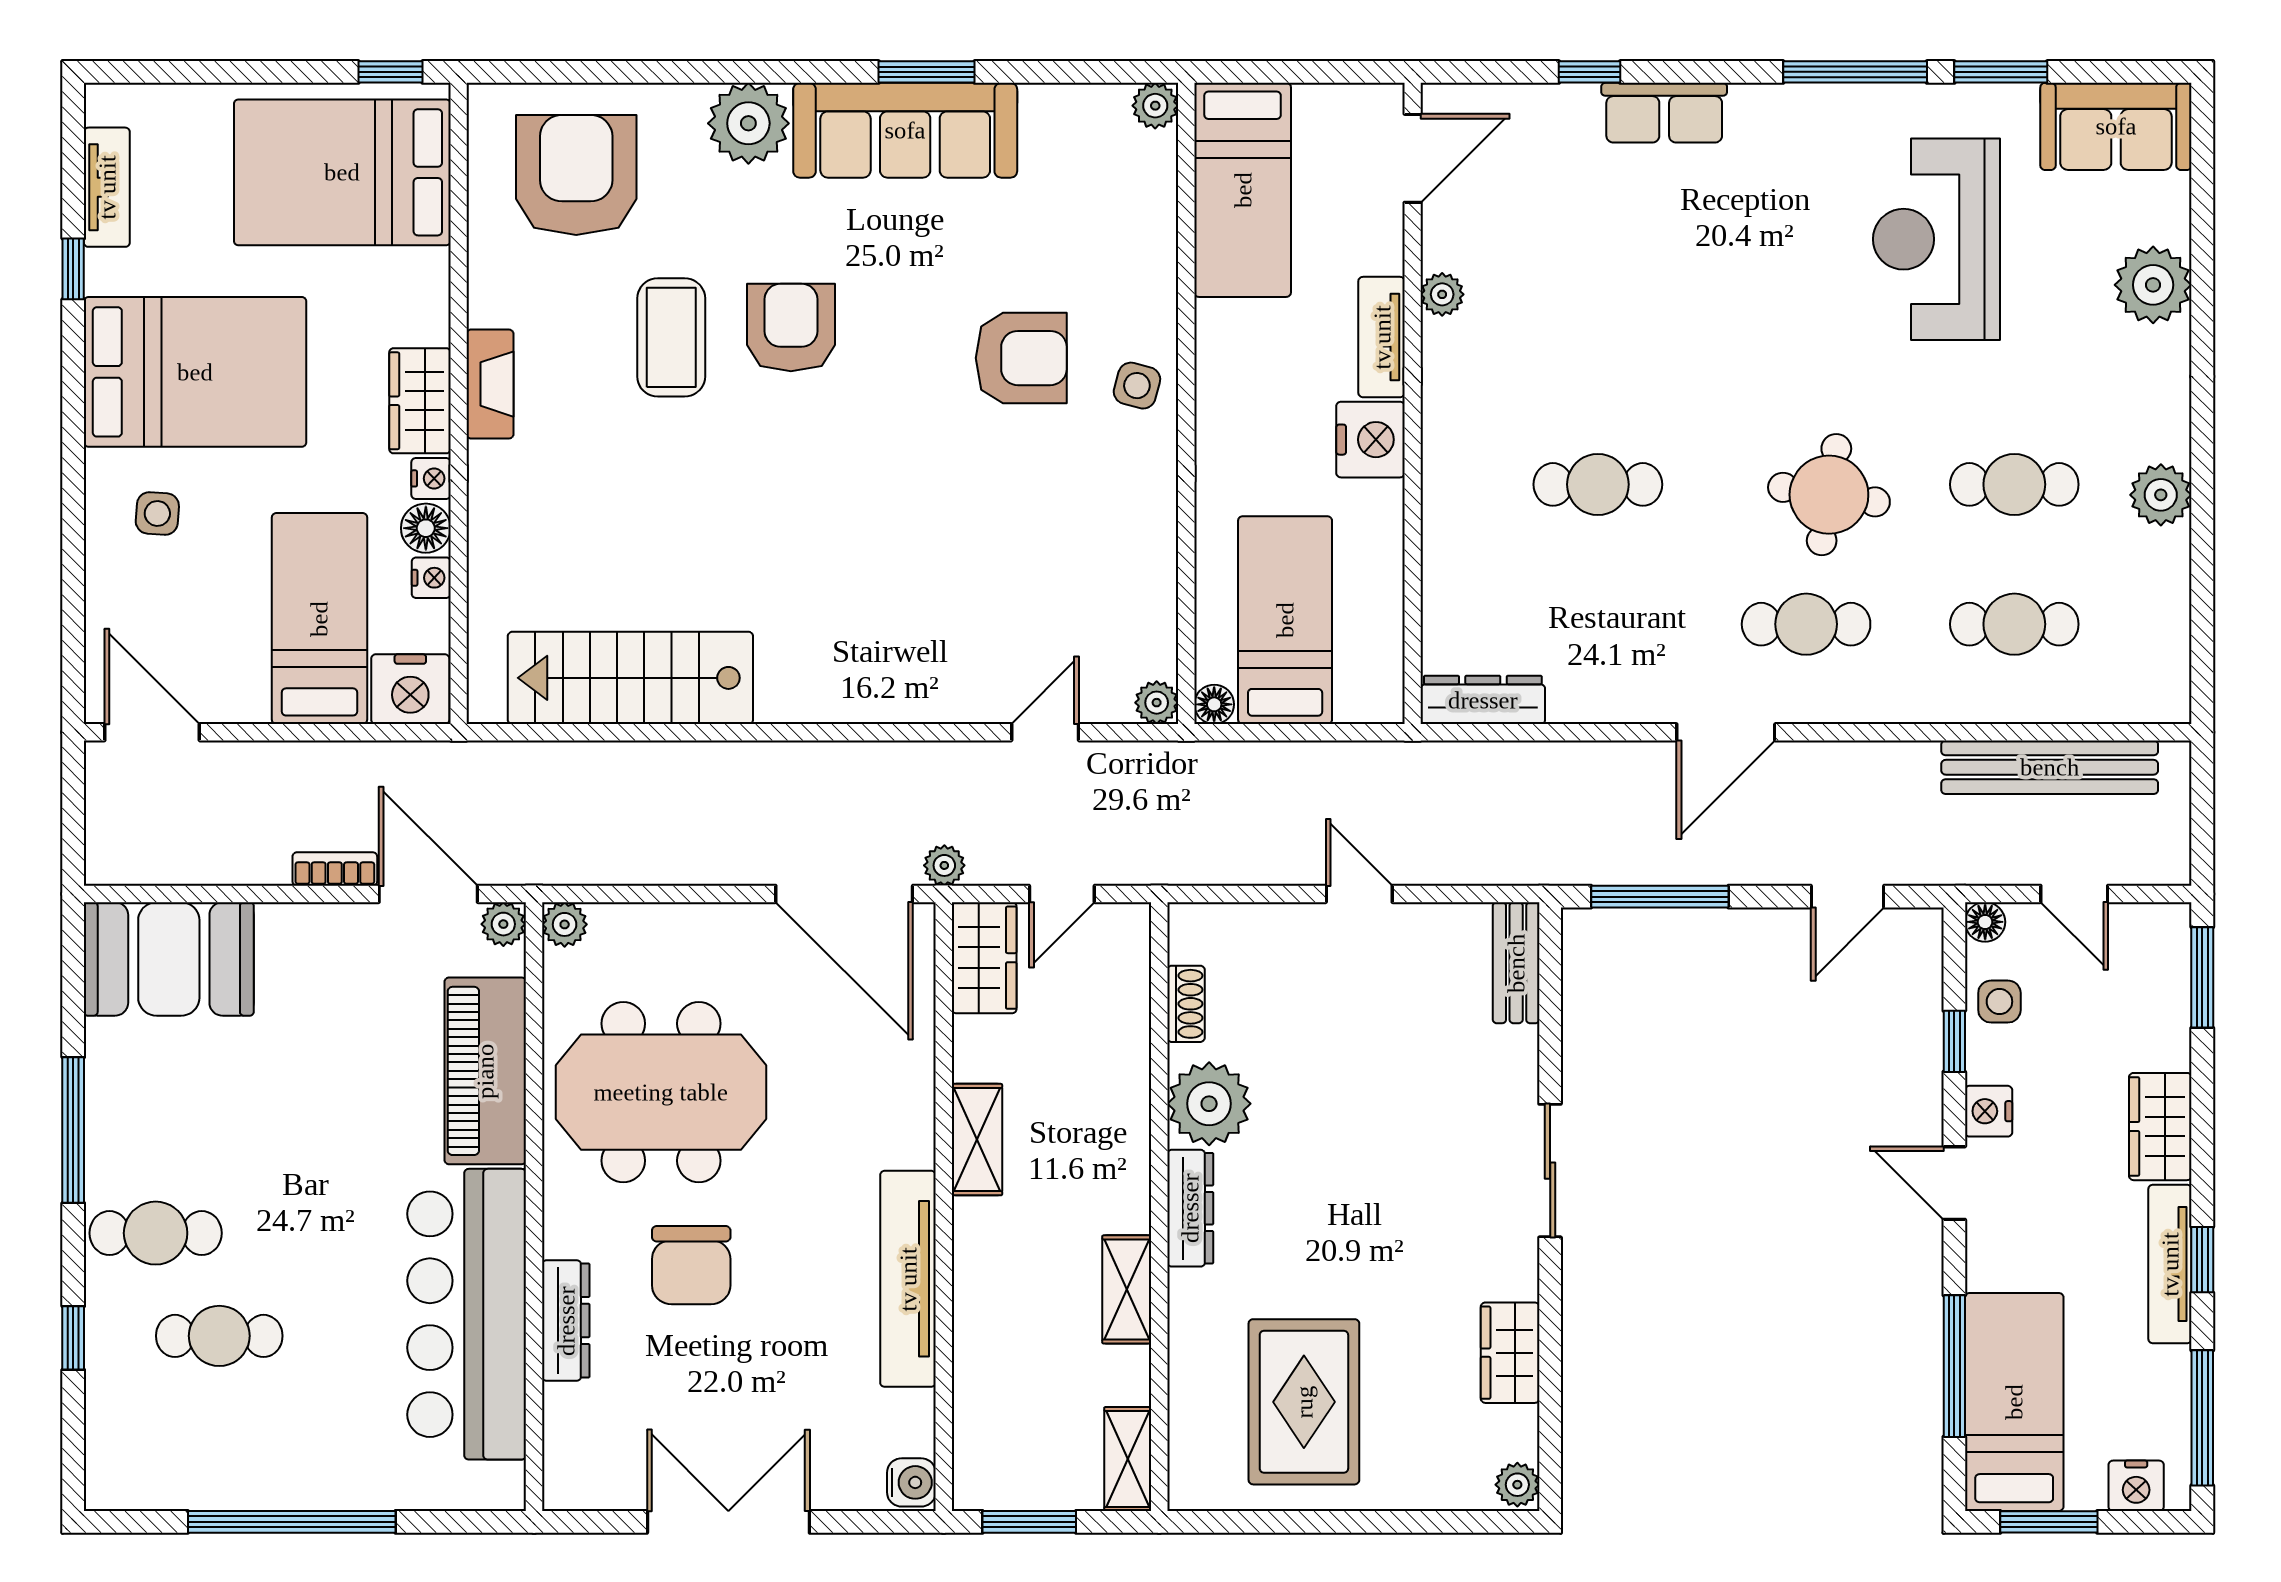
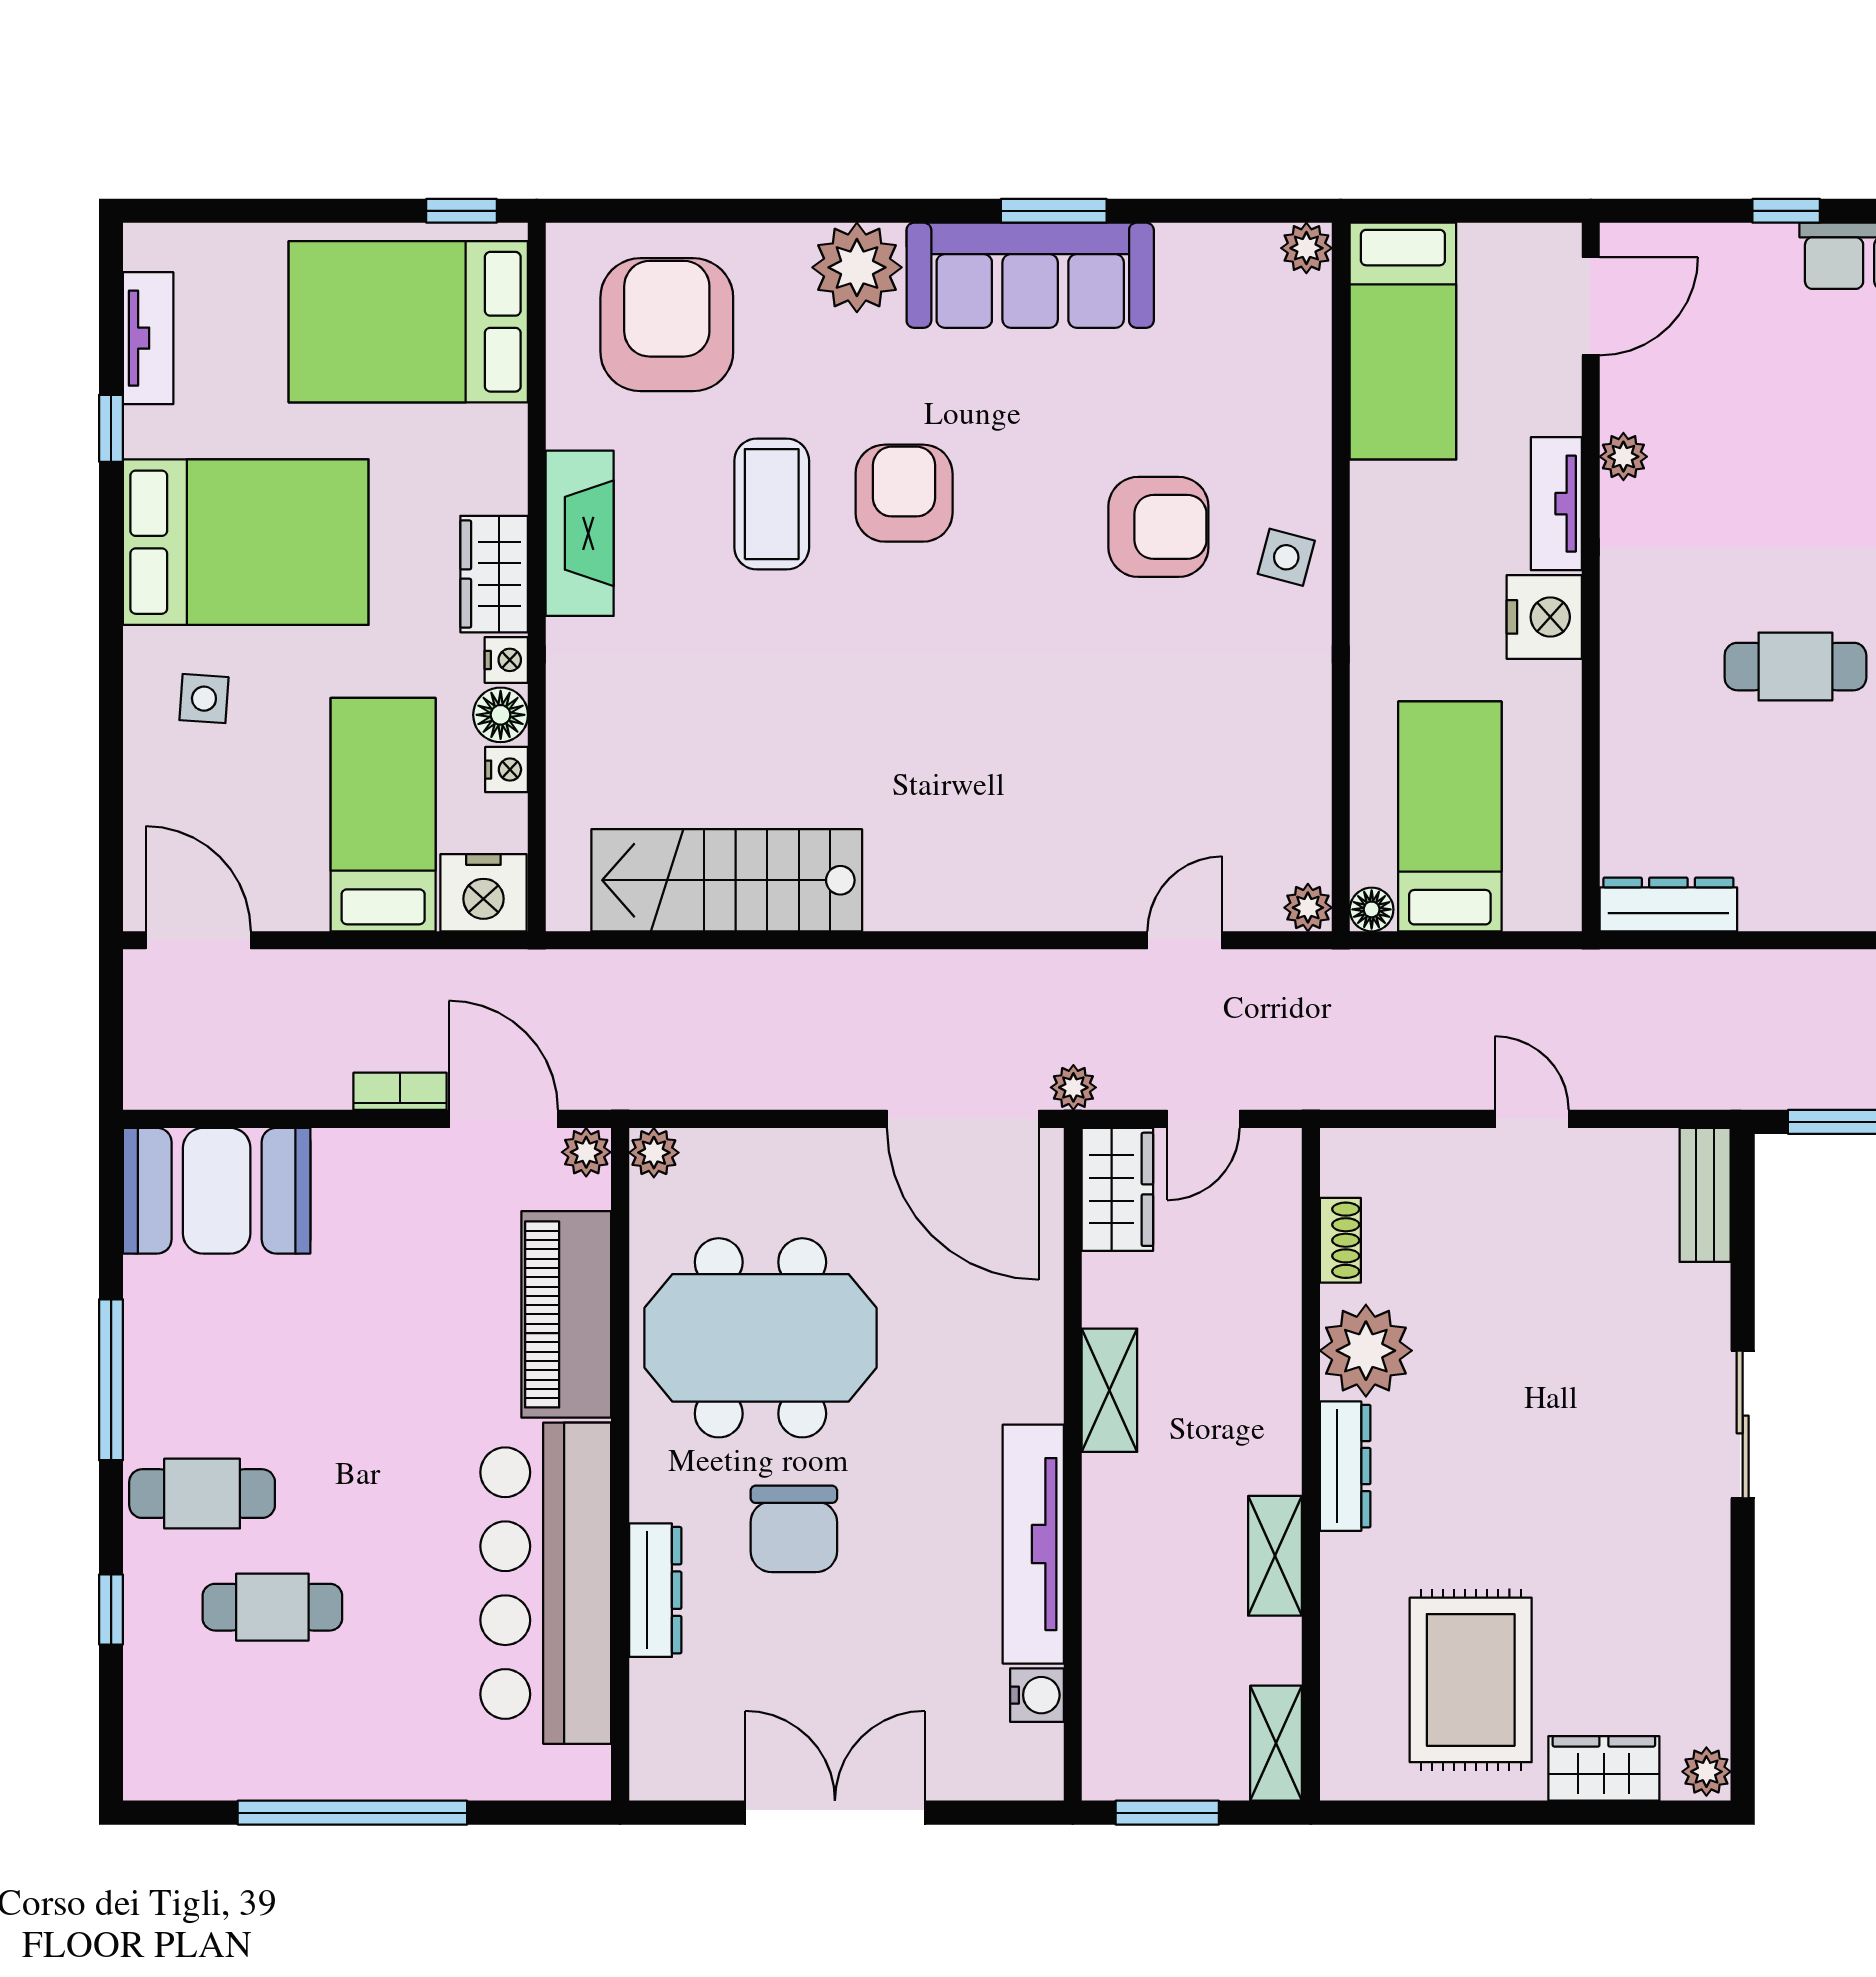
fireplace: (490, 384) -> (580, 533), width x1.37, depth x1.32
wardrobe: (1510, 1353) -> (1604, 1768), moved, turned 90
water cooler: (911, 1482) -> (1037, 1695), moved

